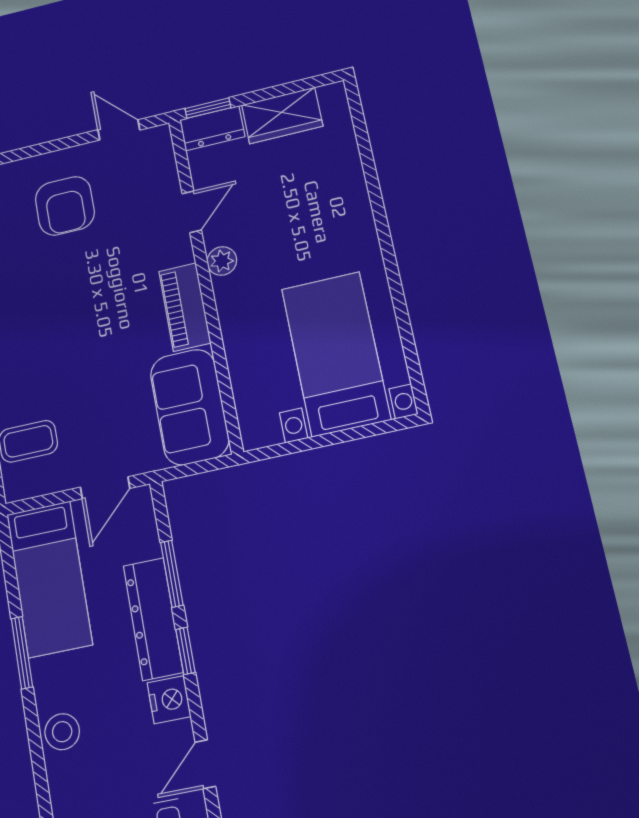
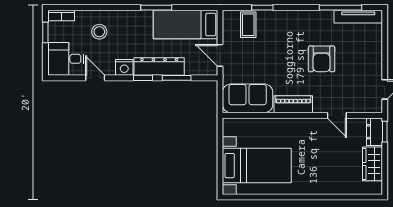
armchair: (65, 206) -> (322, 59), moved, turned -90
plant: (222, 261) -> (311, 125), removed
stool: (62, 732) -> (99, 32), moved

